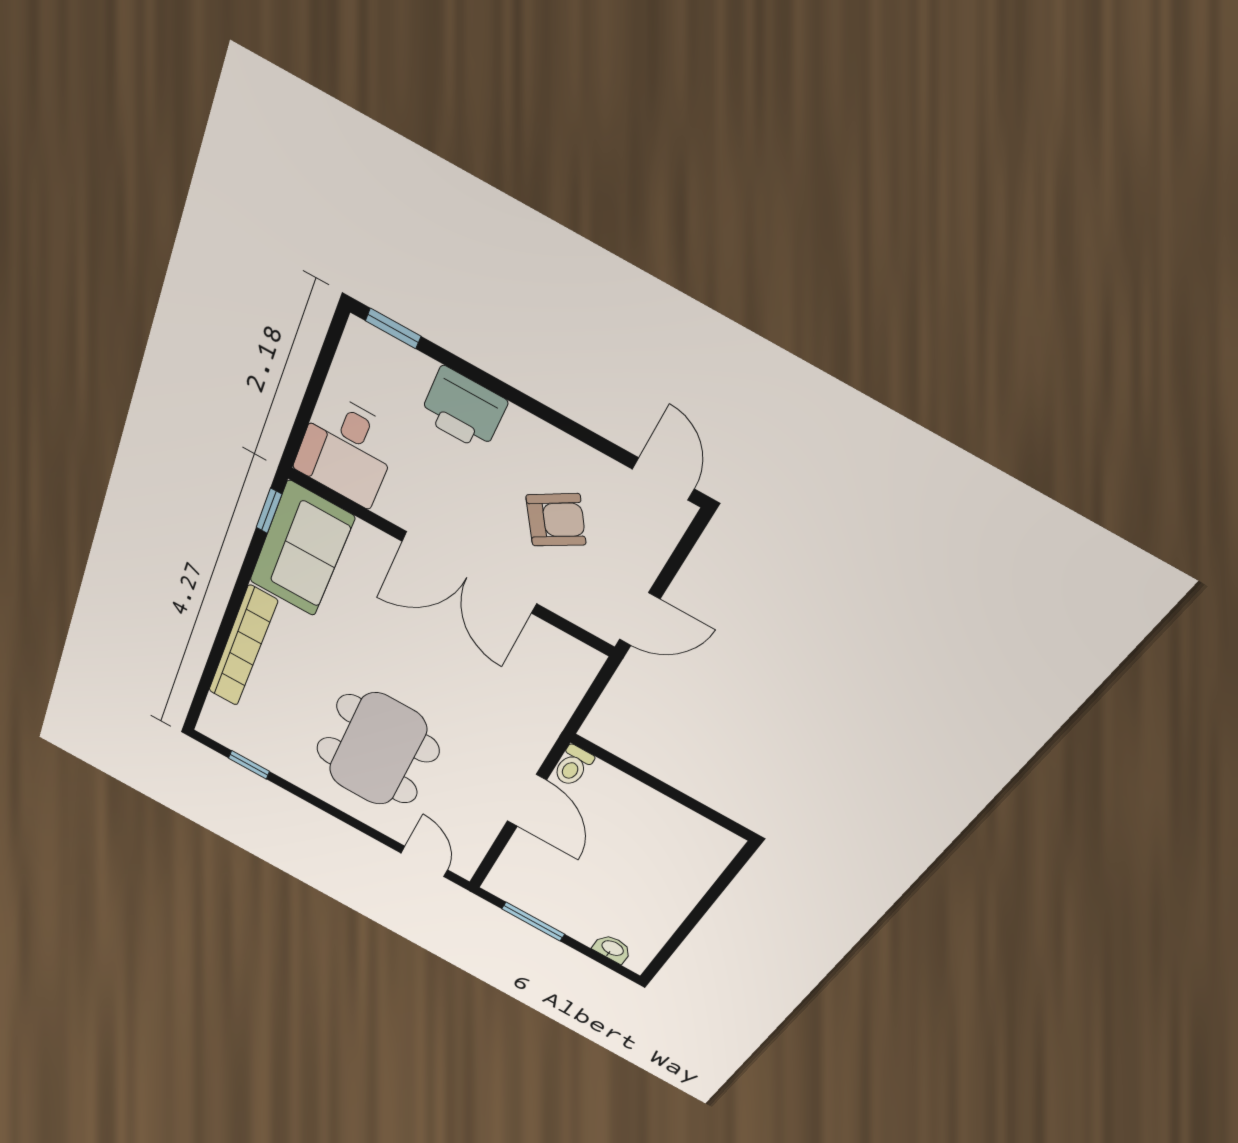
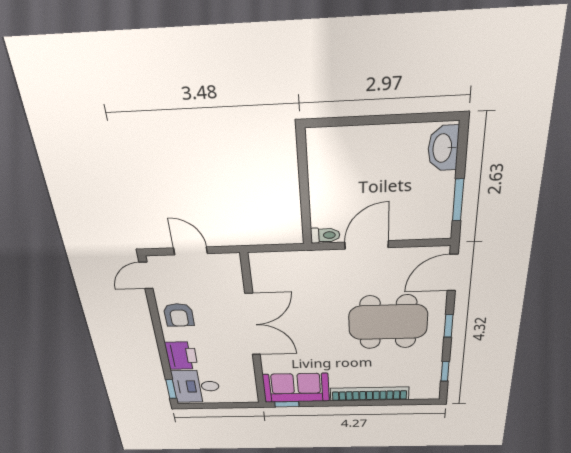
desk: (346, 450) -> (196, 386), moved, turned 180
armchair: (556, 520) -> (179, 315), moved, turned -147
door: (640, 619) -> (190, 251), moved
window: (334, 812) -> (449, 326), added
door: (424, 861) -> (453, 273), width x1.38
washbasin: (612, 949) -> (443, 148), width x1.91, depth x1.45

